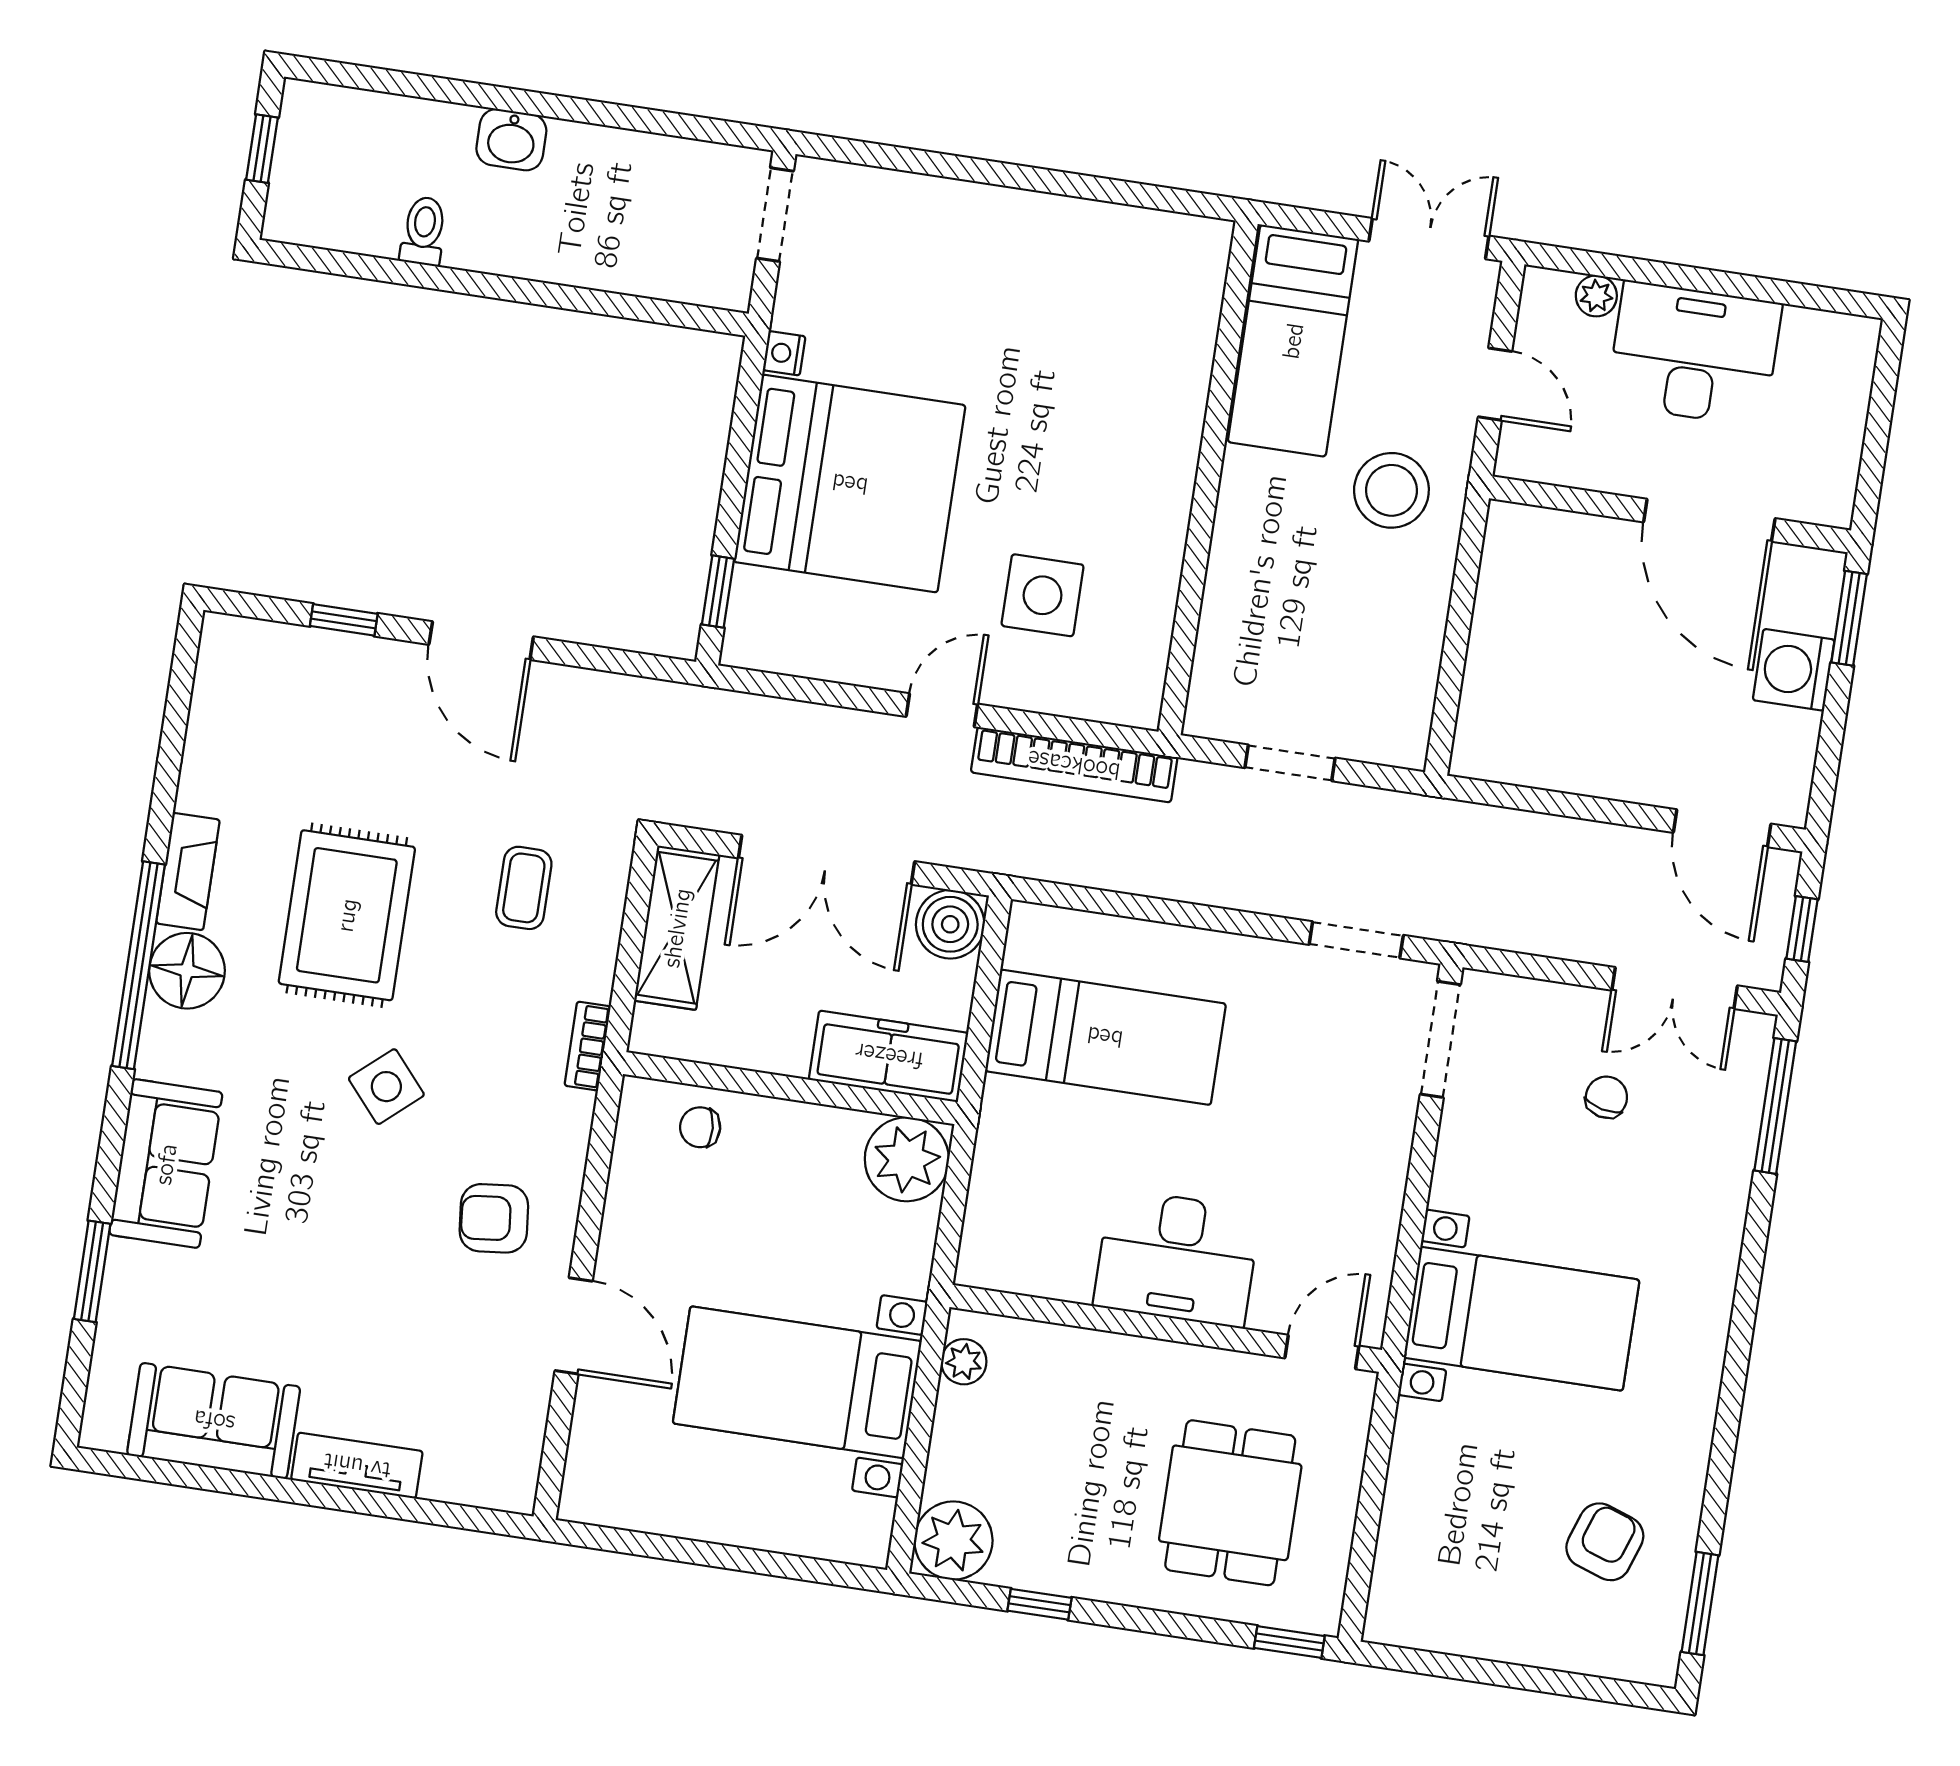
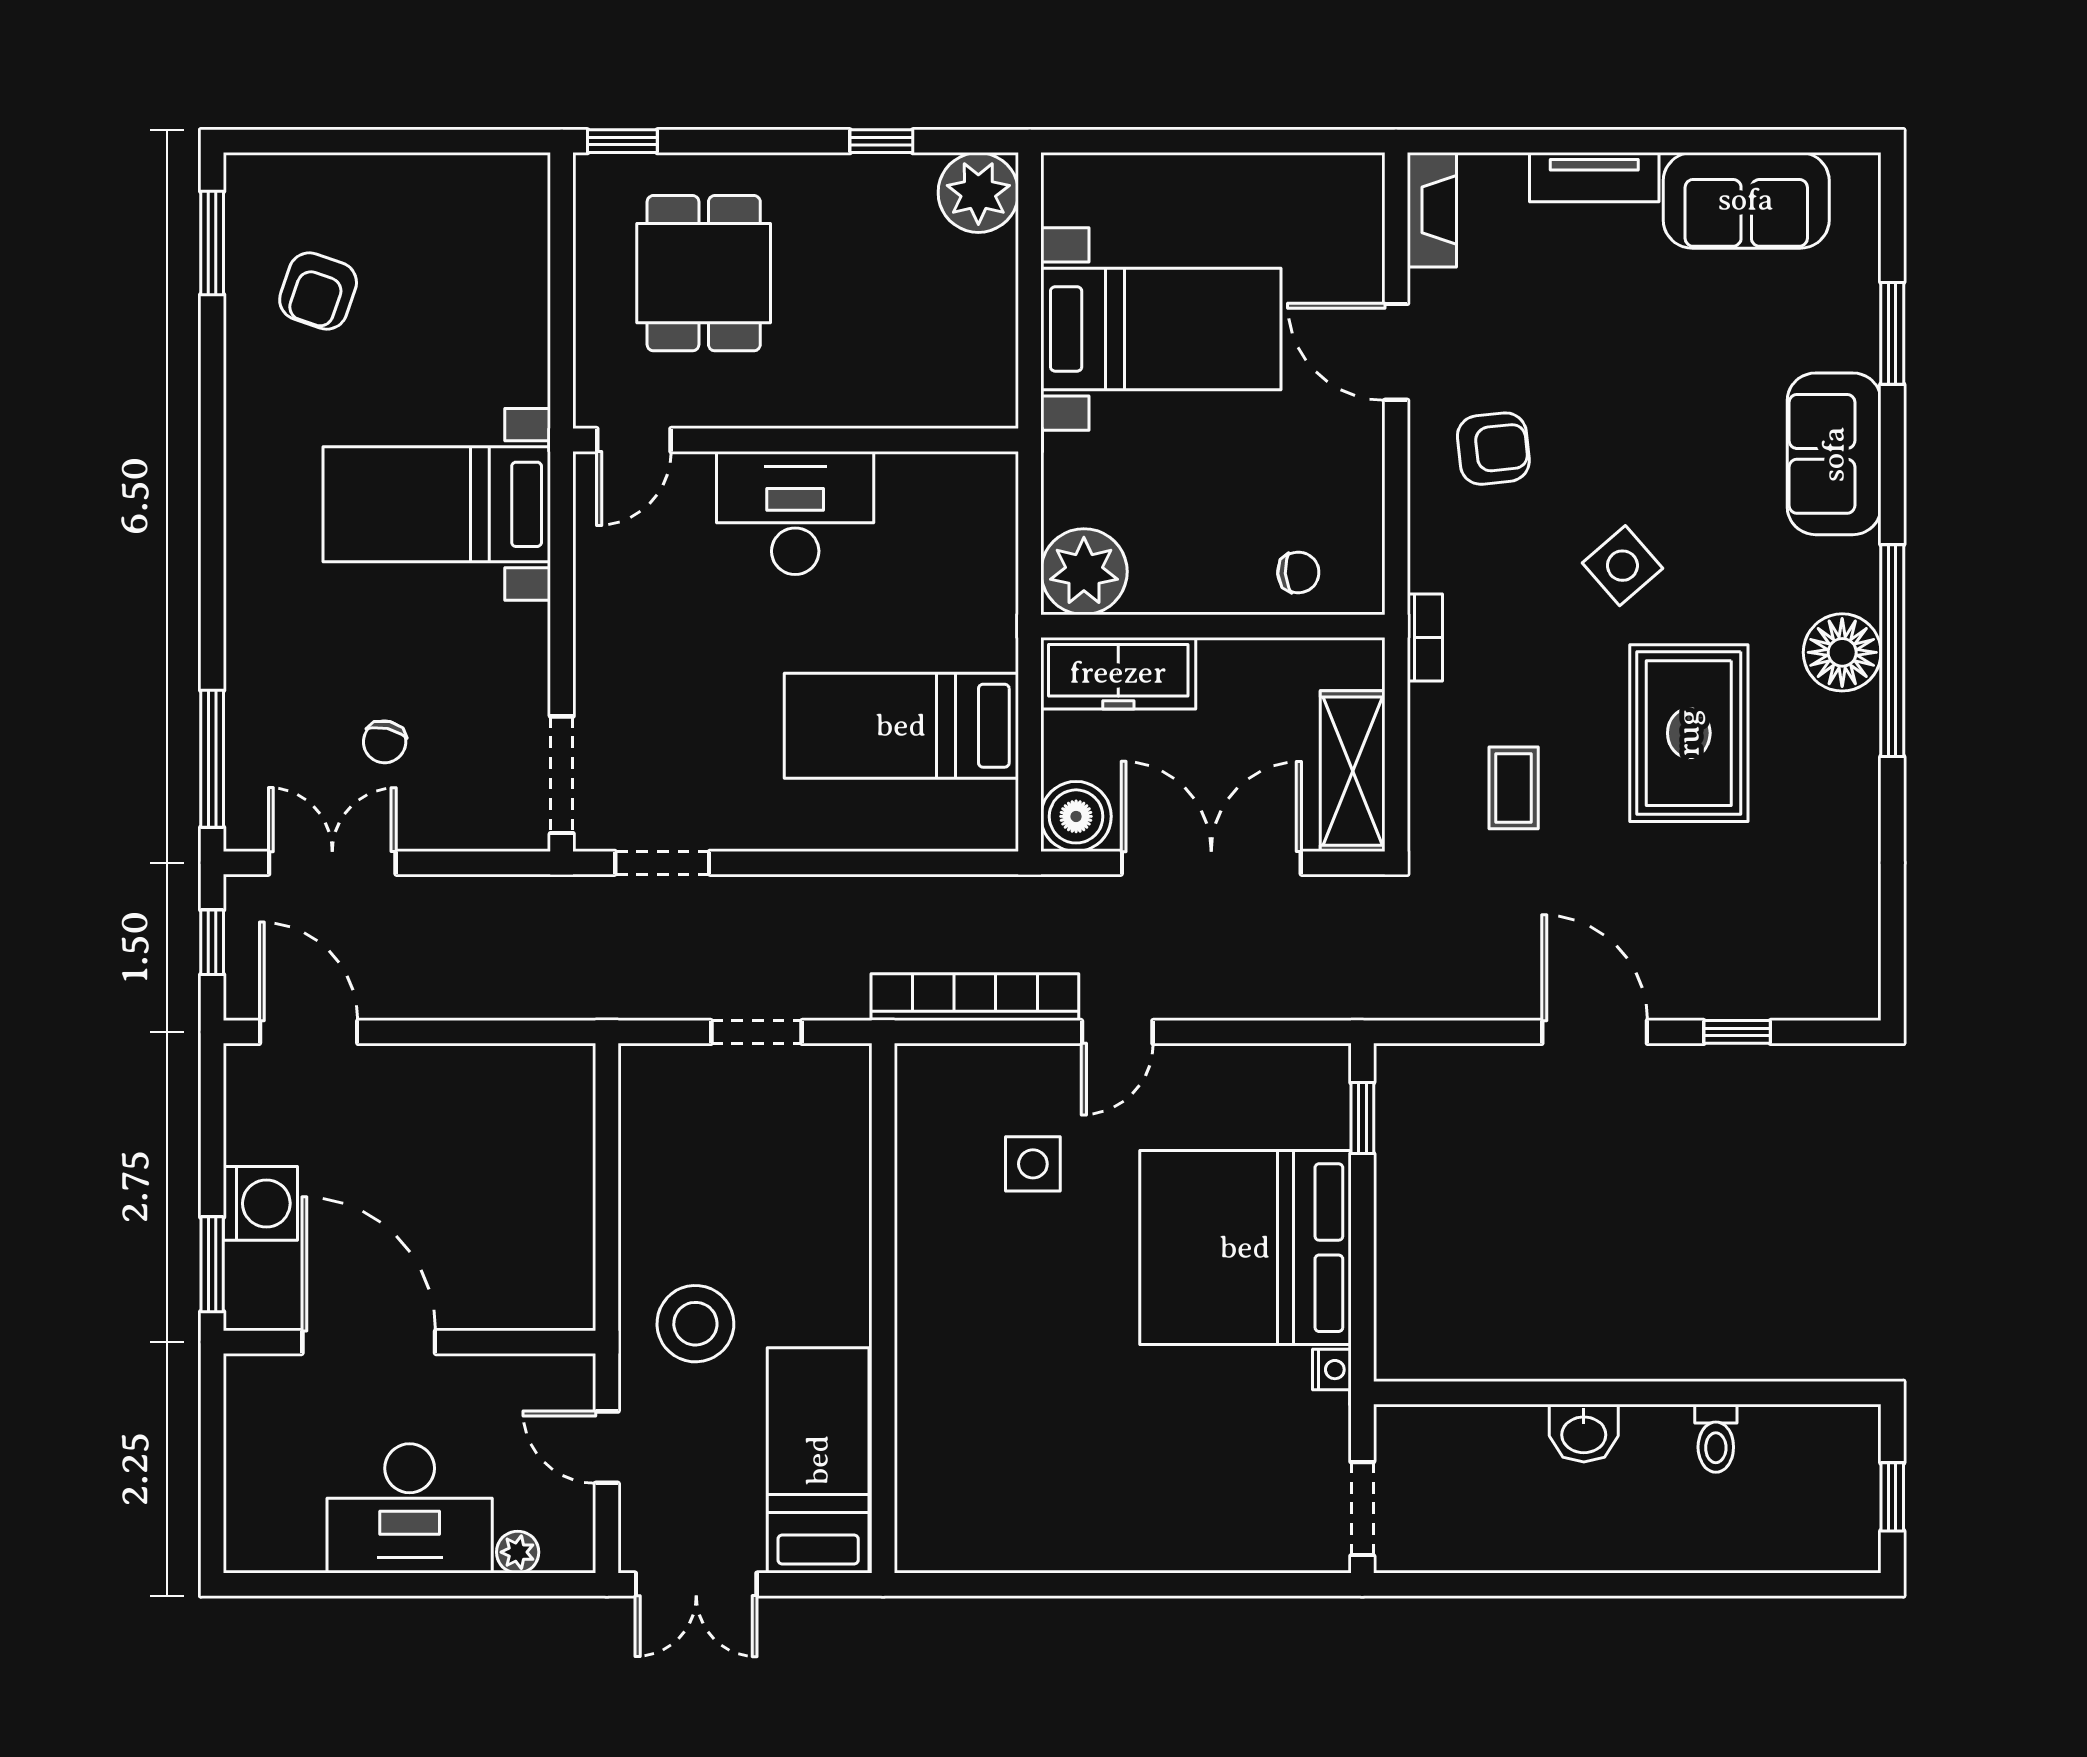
washbasin: (511, 140) -> (1584, 1433), moved, turned 180
side table: (1043, 595) -> (1033, 1164), width x0.73, depth x0.73
fireplace: (188, 872) -> (1432, 210), moved, turned 180
plant: (964, 1362) -> (995, 375), removed

